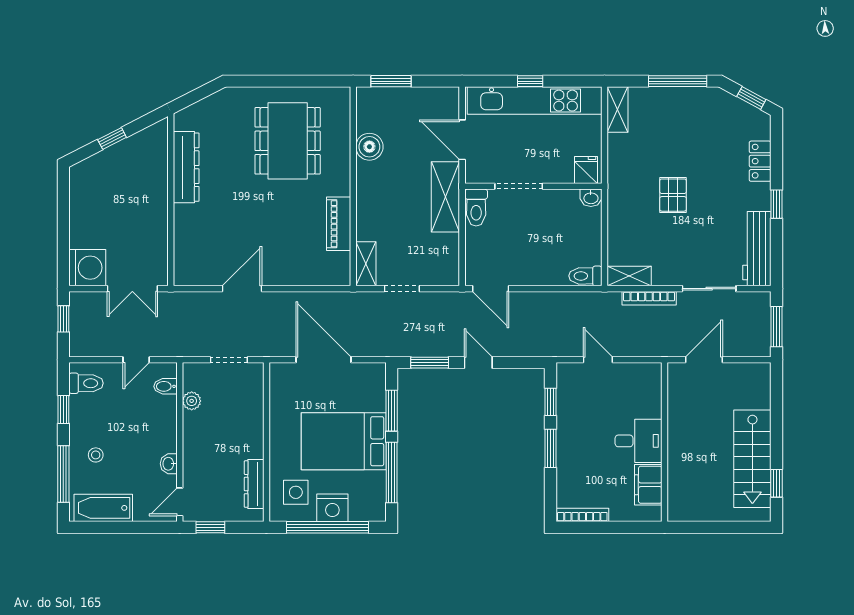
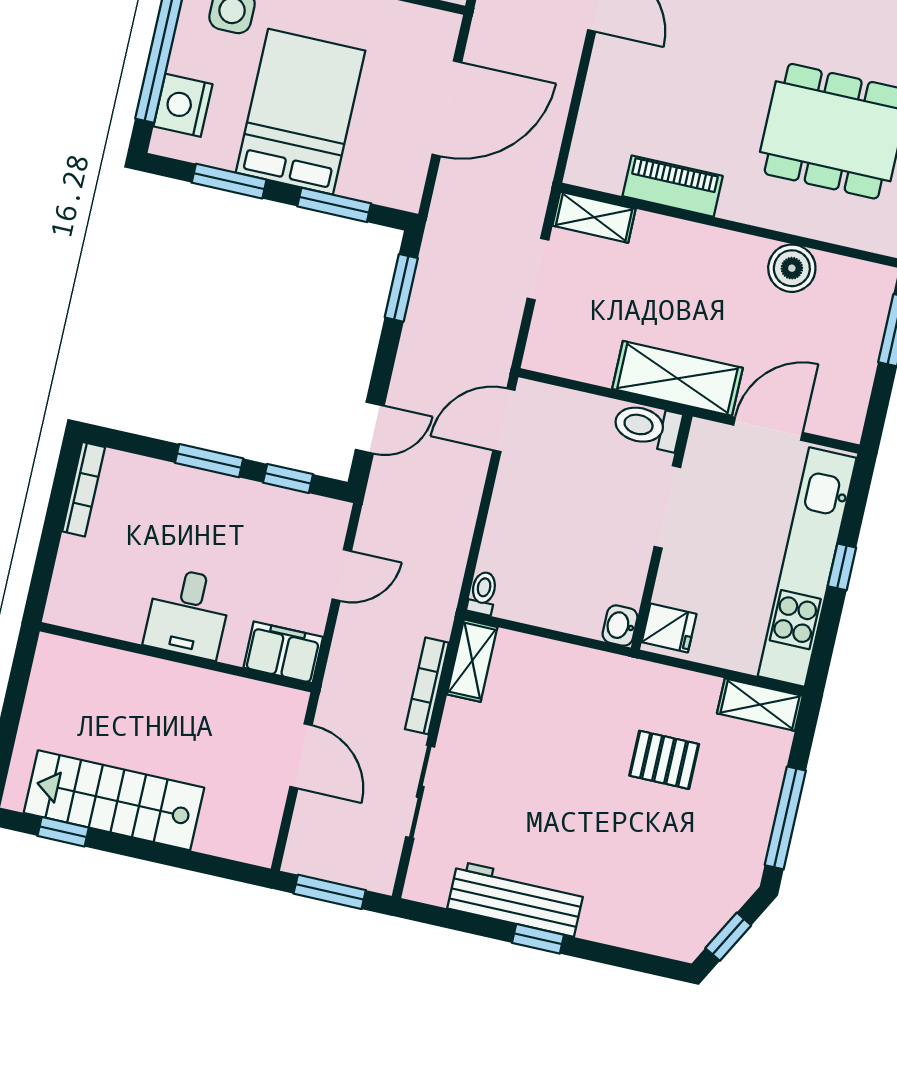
locker: (760, 161) -> (617, 927), removed
pallet: (673, 195) -> (664, 760), moved
workbench: (757, 249) -> (516, 899), moved
toilet: (585, 276) -> (483, 593), width x0.73, depth x0.72
door: (478, 363) -> (370, 428), moved
window: (392, 472) -> (229, 181), width x0.69
filing cabinet: (648, 485) -> (283, 652), moved
nightstand: (332, 508) -> (183, 105), moved

